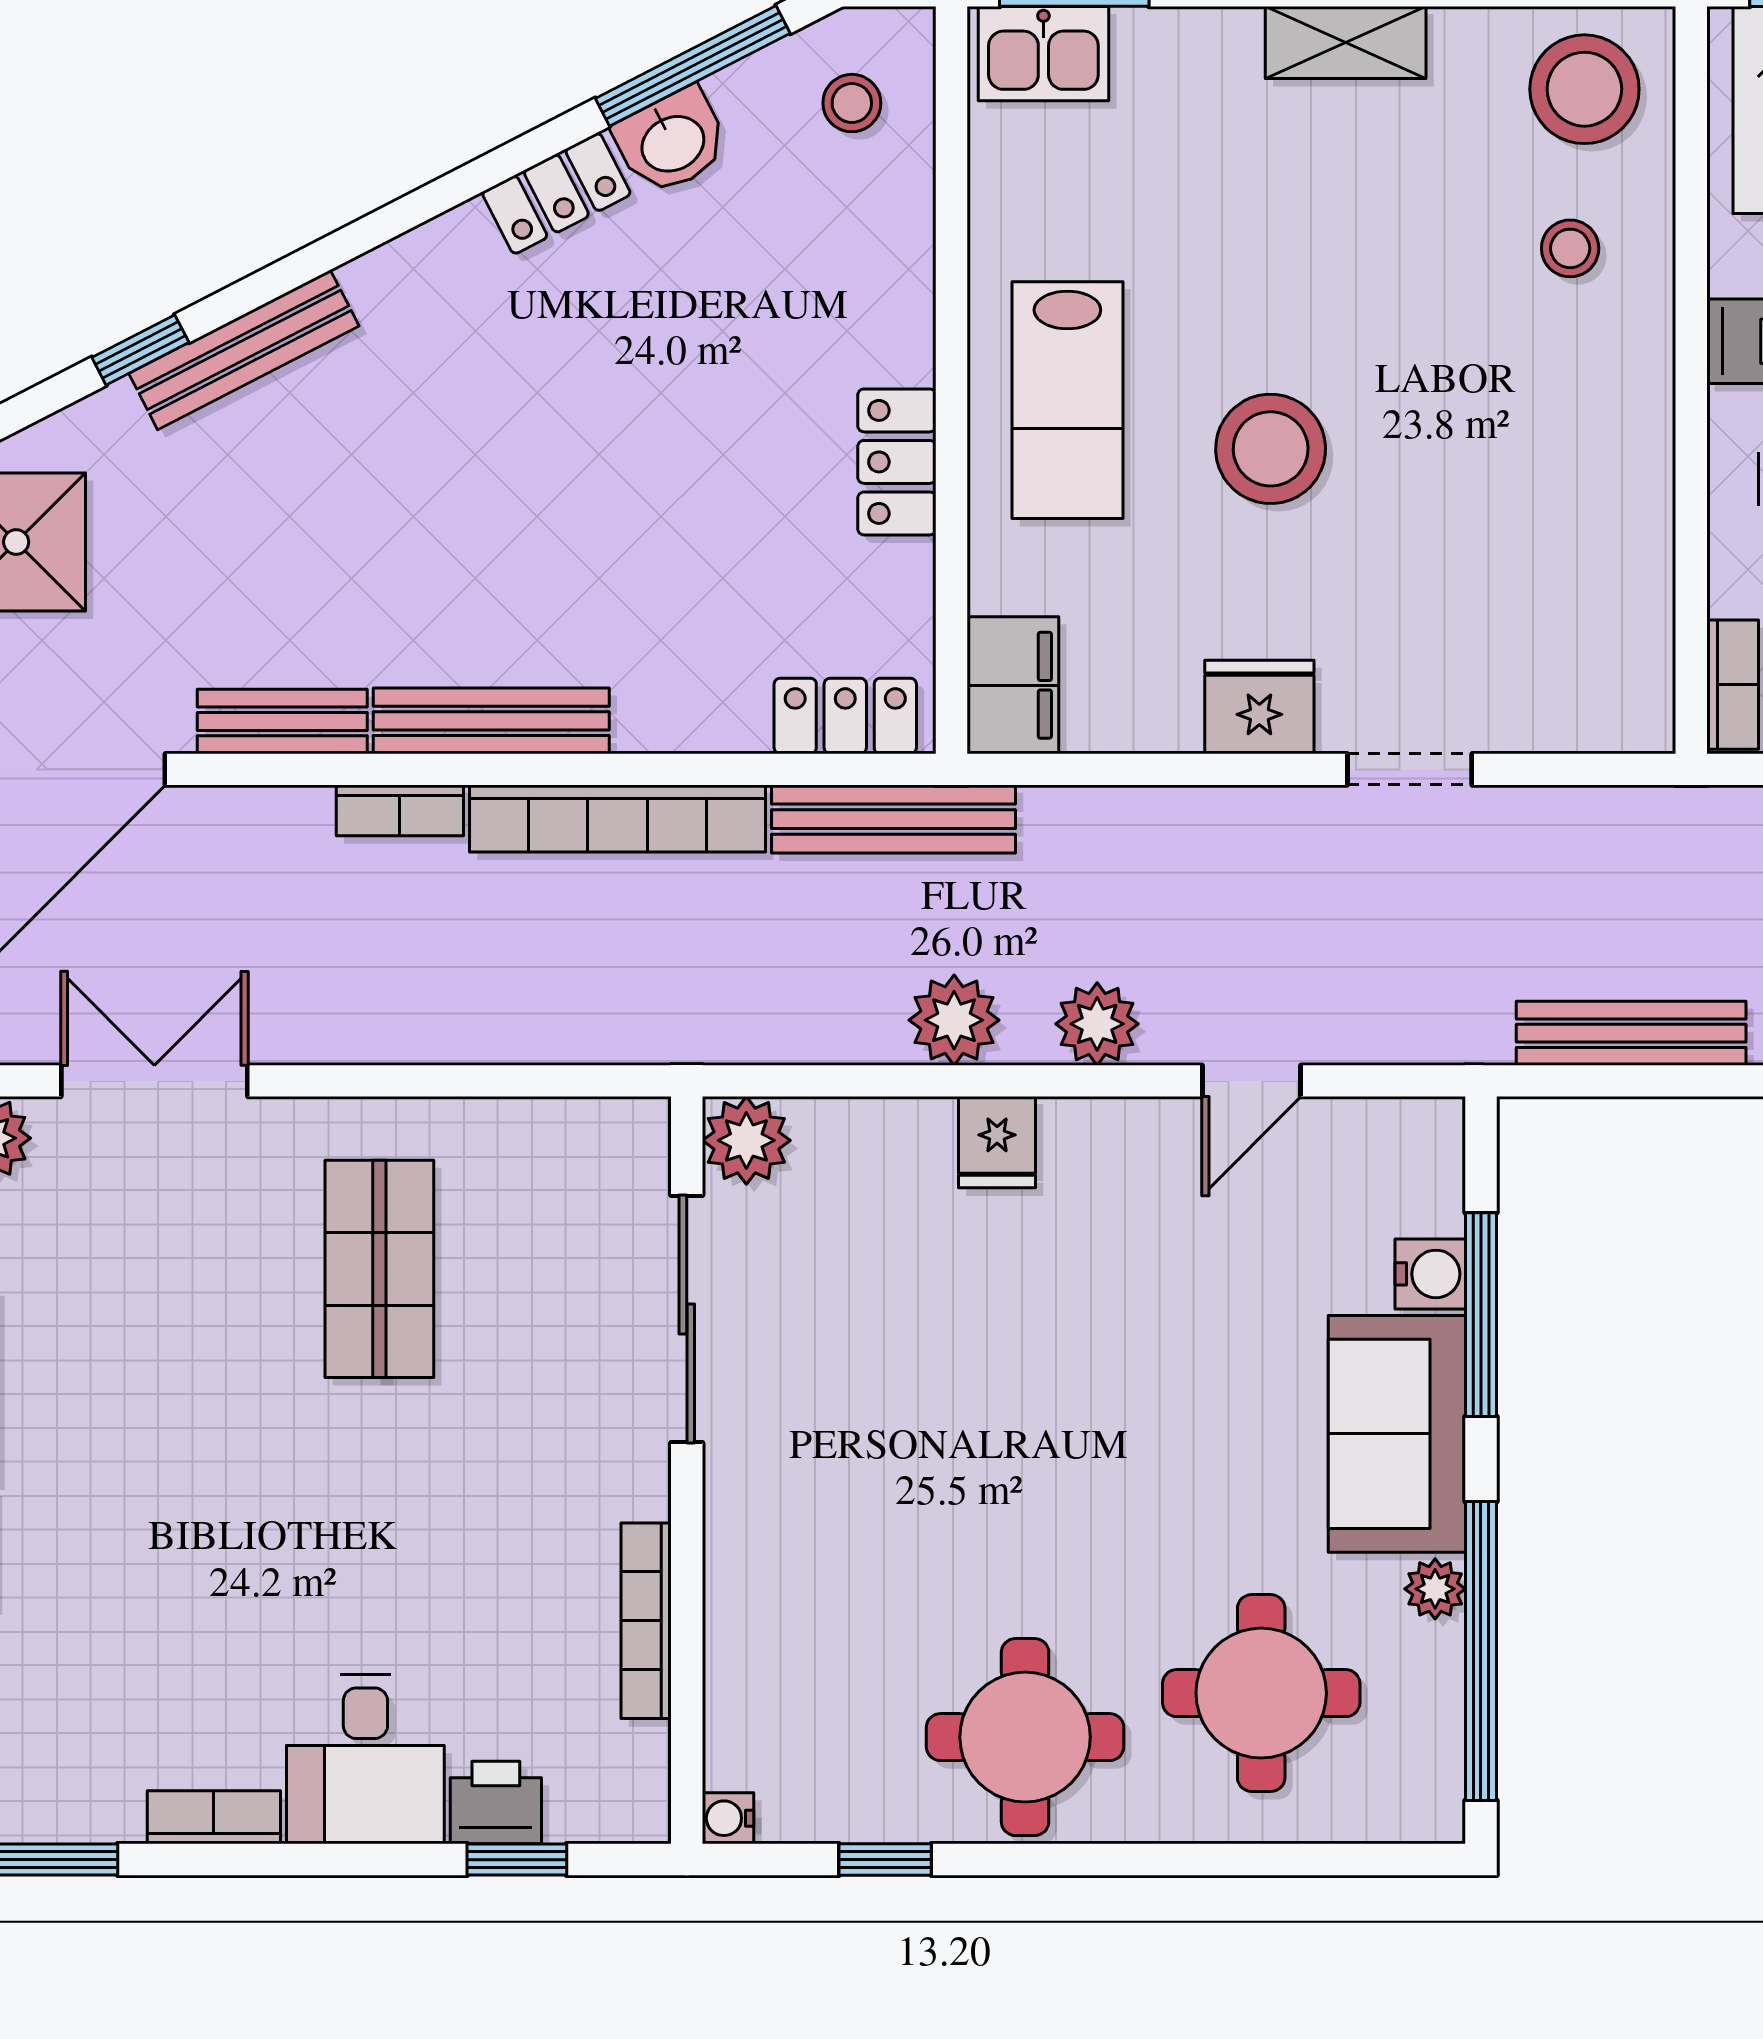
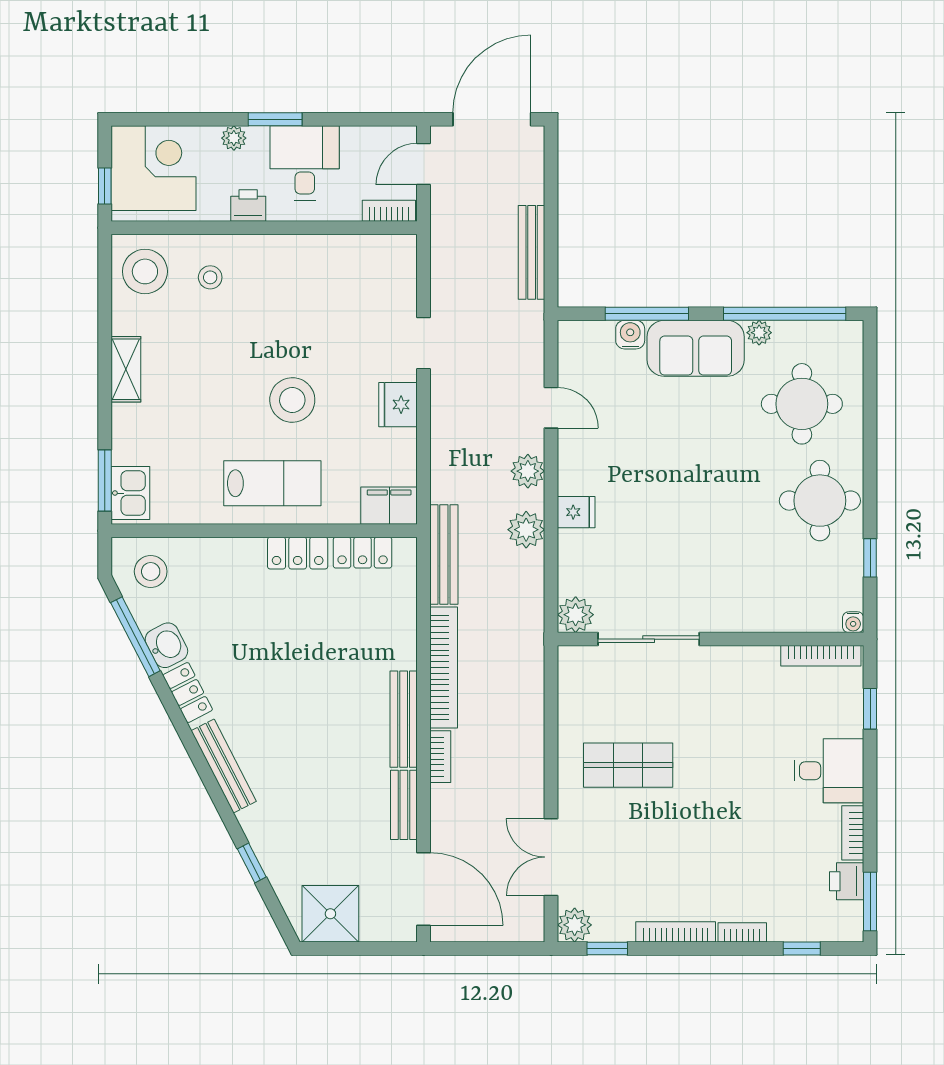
stool: (852, 103) -> (151, 571), width x1.37, depth x1.37
bench: (244, 350) -> (224, 766), moved
locker: (845, 716) -> (363, 553), moved, turned -90
bookcase: (646, 1621) -> (821, 656), moved
printer: (496, 1803) -> (847, 881), moved

